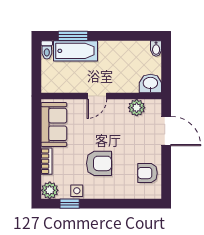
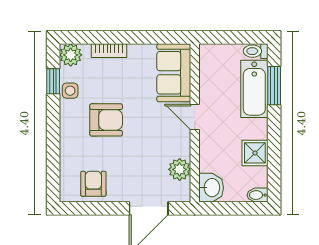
shower: (124, 50) -> (255, 153), added
sofa: (54, 124) -> (174, 73), moved, turned 90
armchair: (99, 163) -> (106, 120), turned -90

